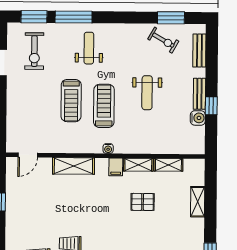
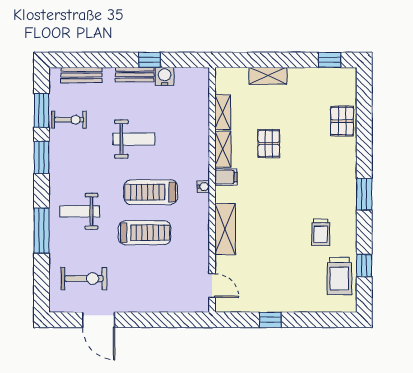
window: (34, 17) -> (42, 157), moved
exercise bike: (163, 40) -> (69, 120), turned 60

